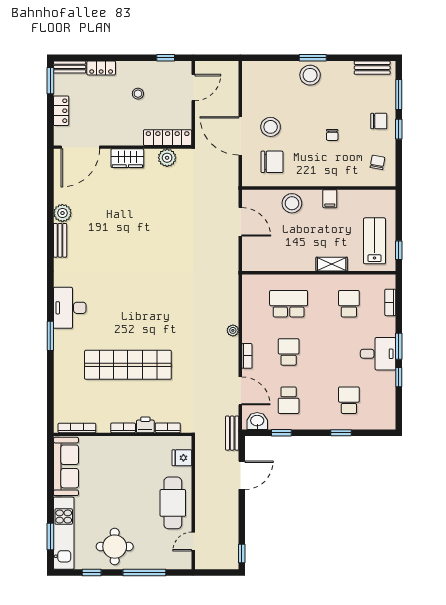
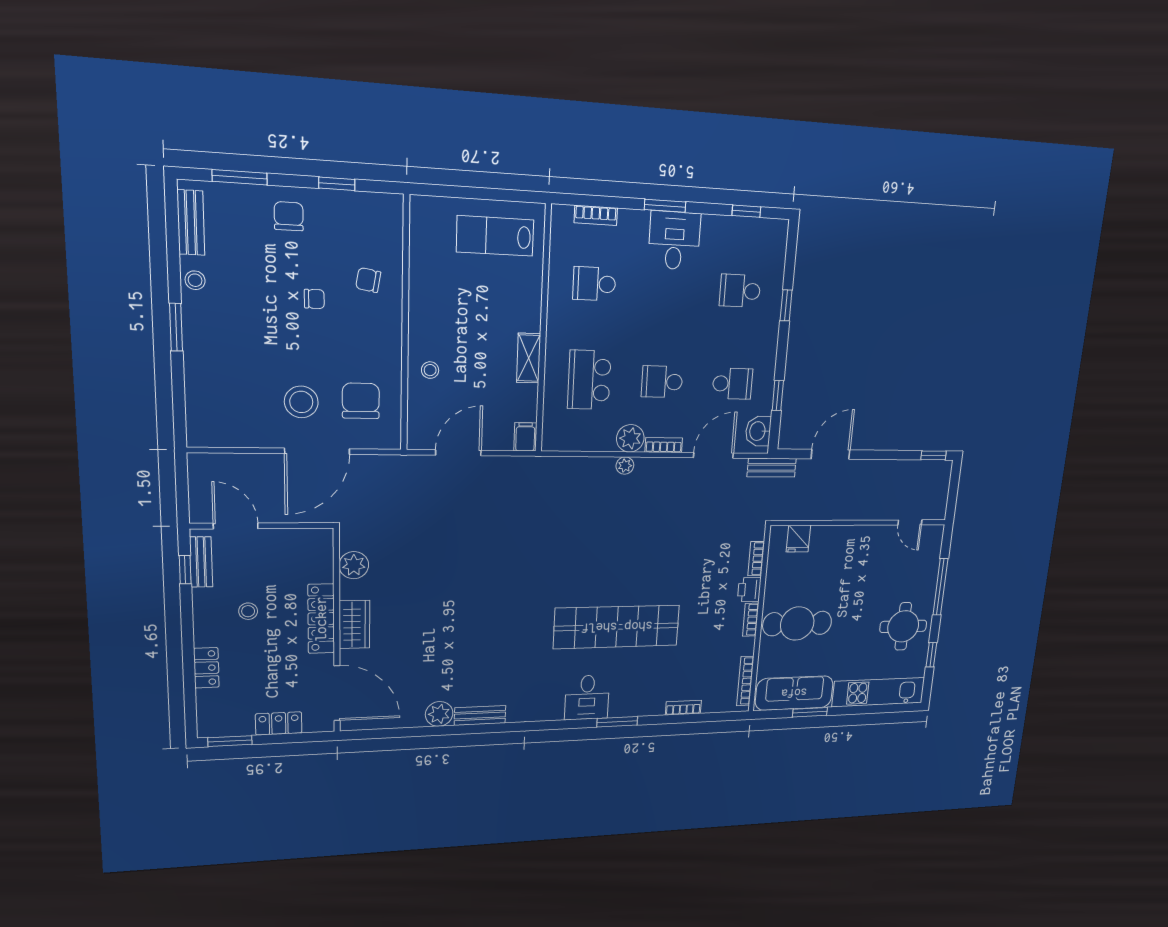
bench: (70, 67) -> (201, 562), moved
stool: (310, 75) -> (195, 280), moved, width x0.53, depth x0.53
window: (399, 129) -> (337, 184), moved
locker: (168, 138) -> (321, 619), moved
chair: (377, 162) -> (368, 280), moved
filing cabinet: (330, 199) -> (525, 437), moved, turned -90
stool: (292, 203) -> (430, 370), width x0.53, depth x0.53
window: (399, 250) -> (512, 195), removed
shelving: (332, 264) -> (529, 358), moved
desk: (70, 308) -> (587, 697), width x0.73
plant: (251, 333) -> (630, 438), added
shop shelf: (128, 365) -> (617, 627), moved, turned 90
window: (399, 377) -> (746, 211), moved
bookcase: (59, 383) -> (683, 708), added
door: (242, 475) -> (830, 454), hinge flipped
cafe table: (173, 503) -> (797, 624), moved
window: (50, 537) -> (810, 712), moved

